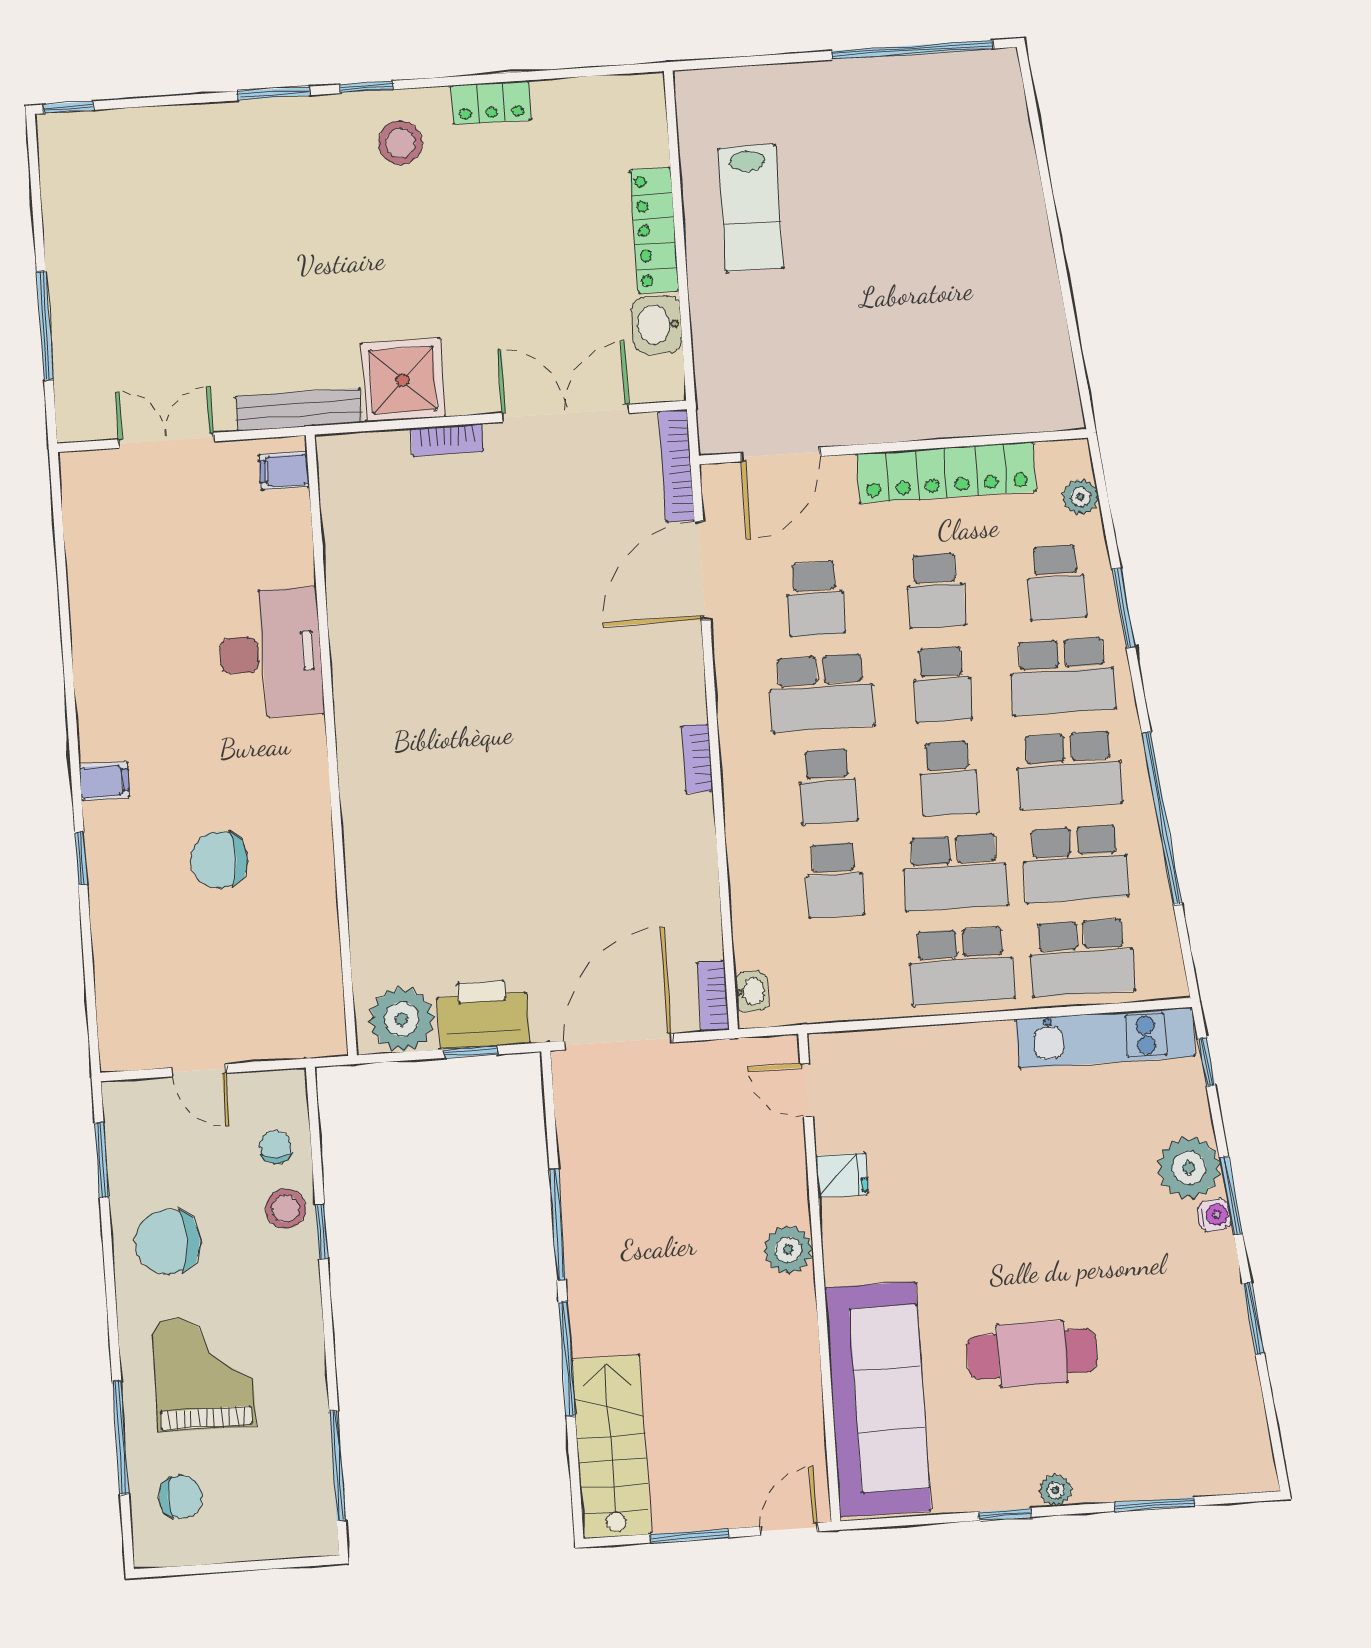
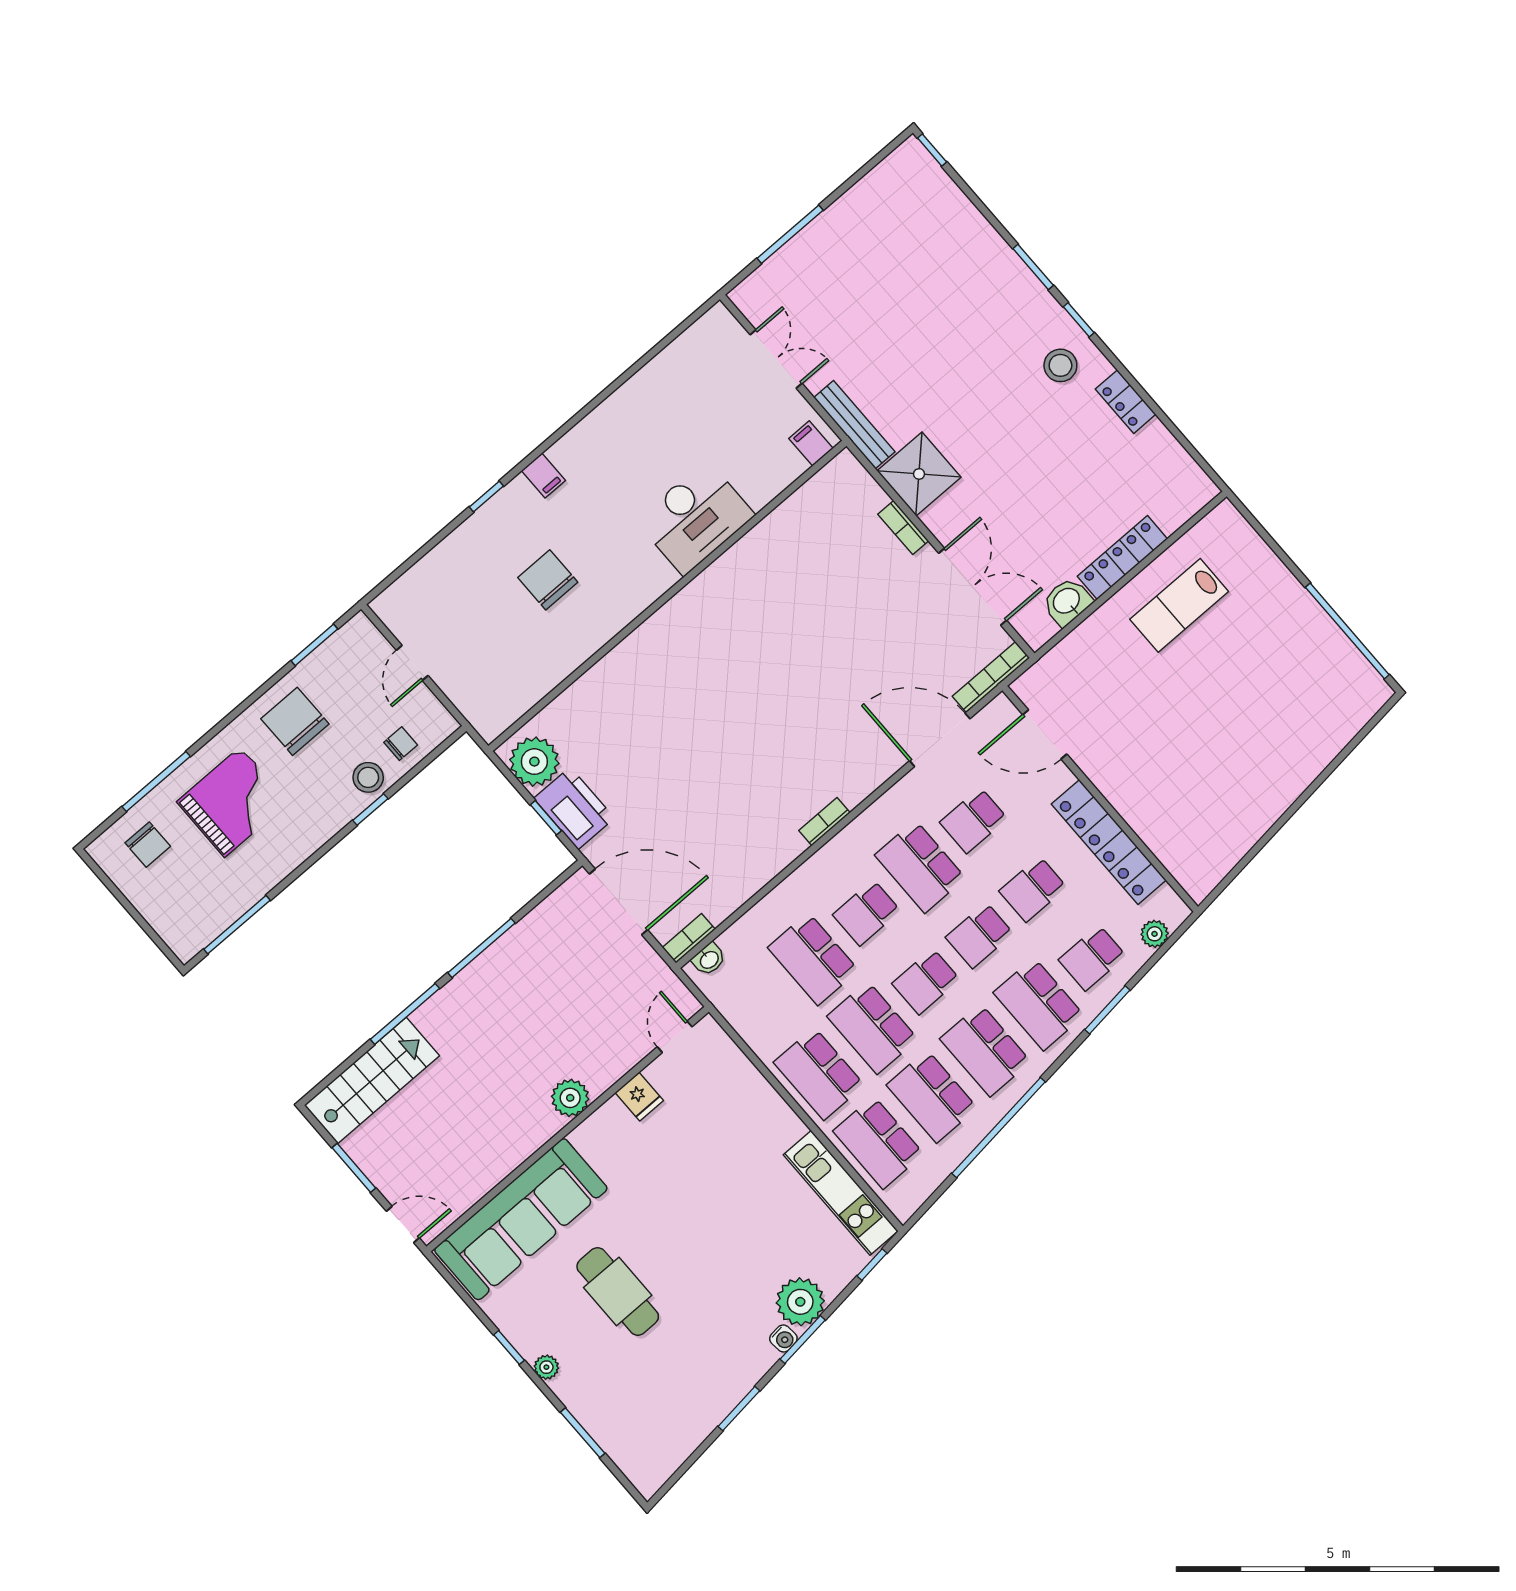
school desk: (834, 880) -> (813, 959), width x1.85

